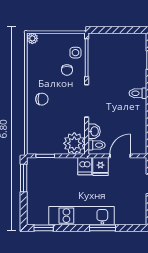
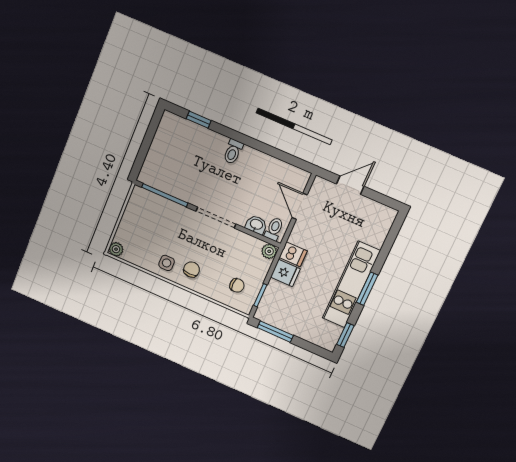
side table: (75, 53) -> (167, 263), moved
chair: (67, 70) -> (237, 285), moved
plant: (74, 143) -> (269, 251), width x0.53, depth x0.53
fridge: (100, 166) -> (285, 273), moved
window: (102, 228) -> (367, 289), moved

